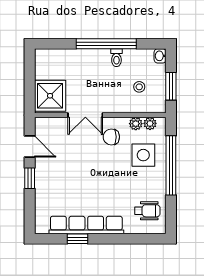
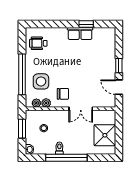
shower: (50, 96) -> (105, 135), moved
double door: (85, 115) -> (81, 109), swing flipped
row of seats: (86, 225) -> (80, 33), width x0.50

